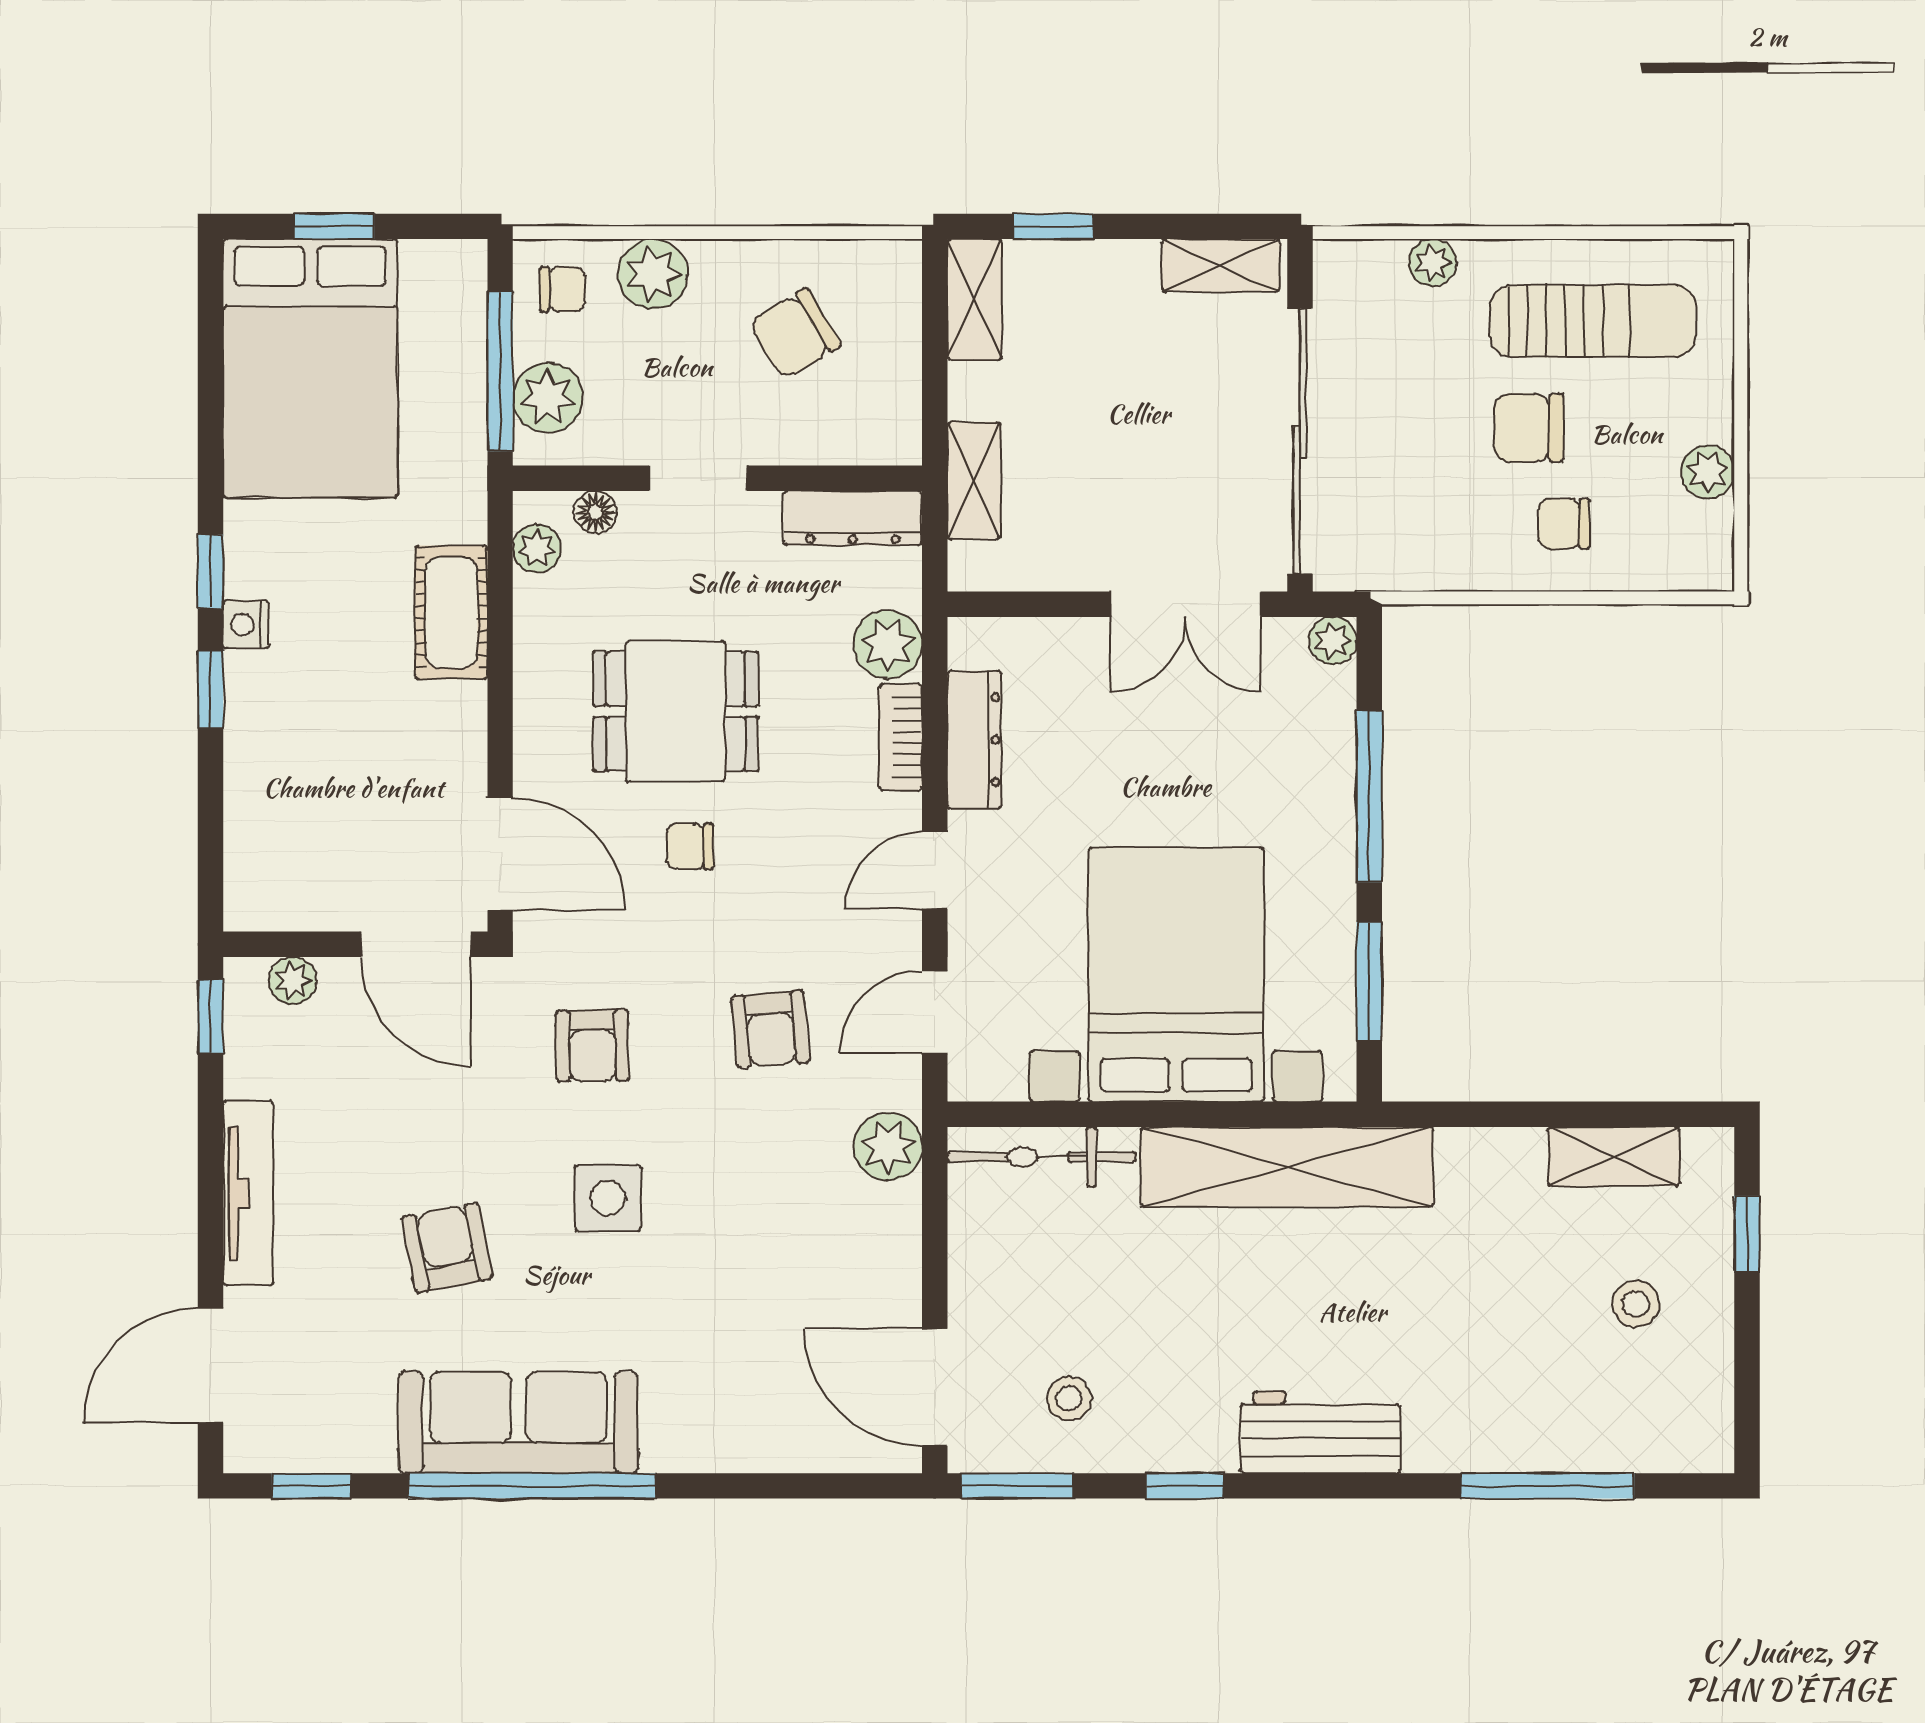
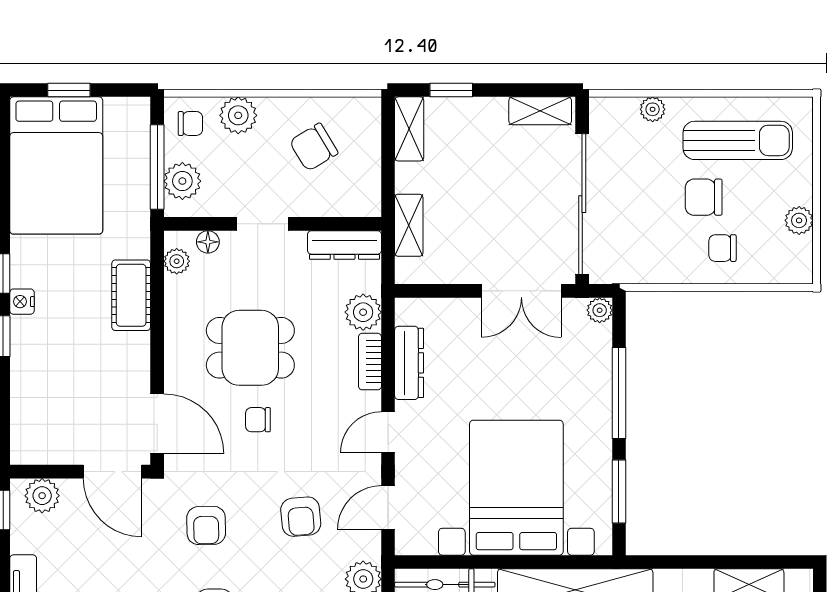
plant: (293, 981) -> (42, 496), width x1.38, depth x1.38

